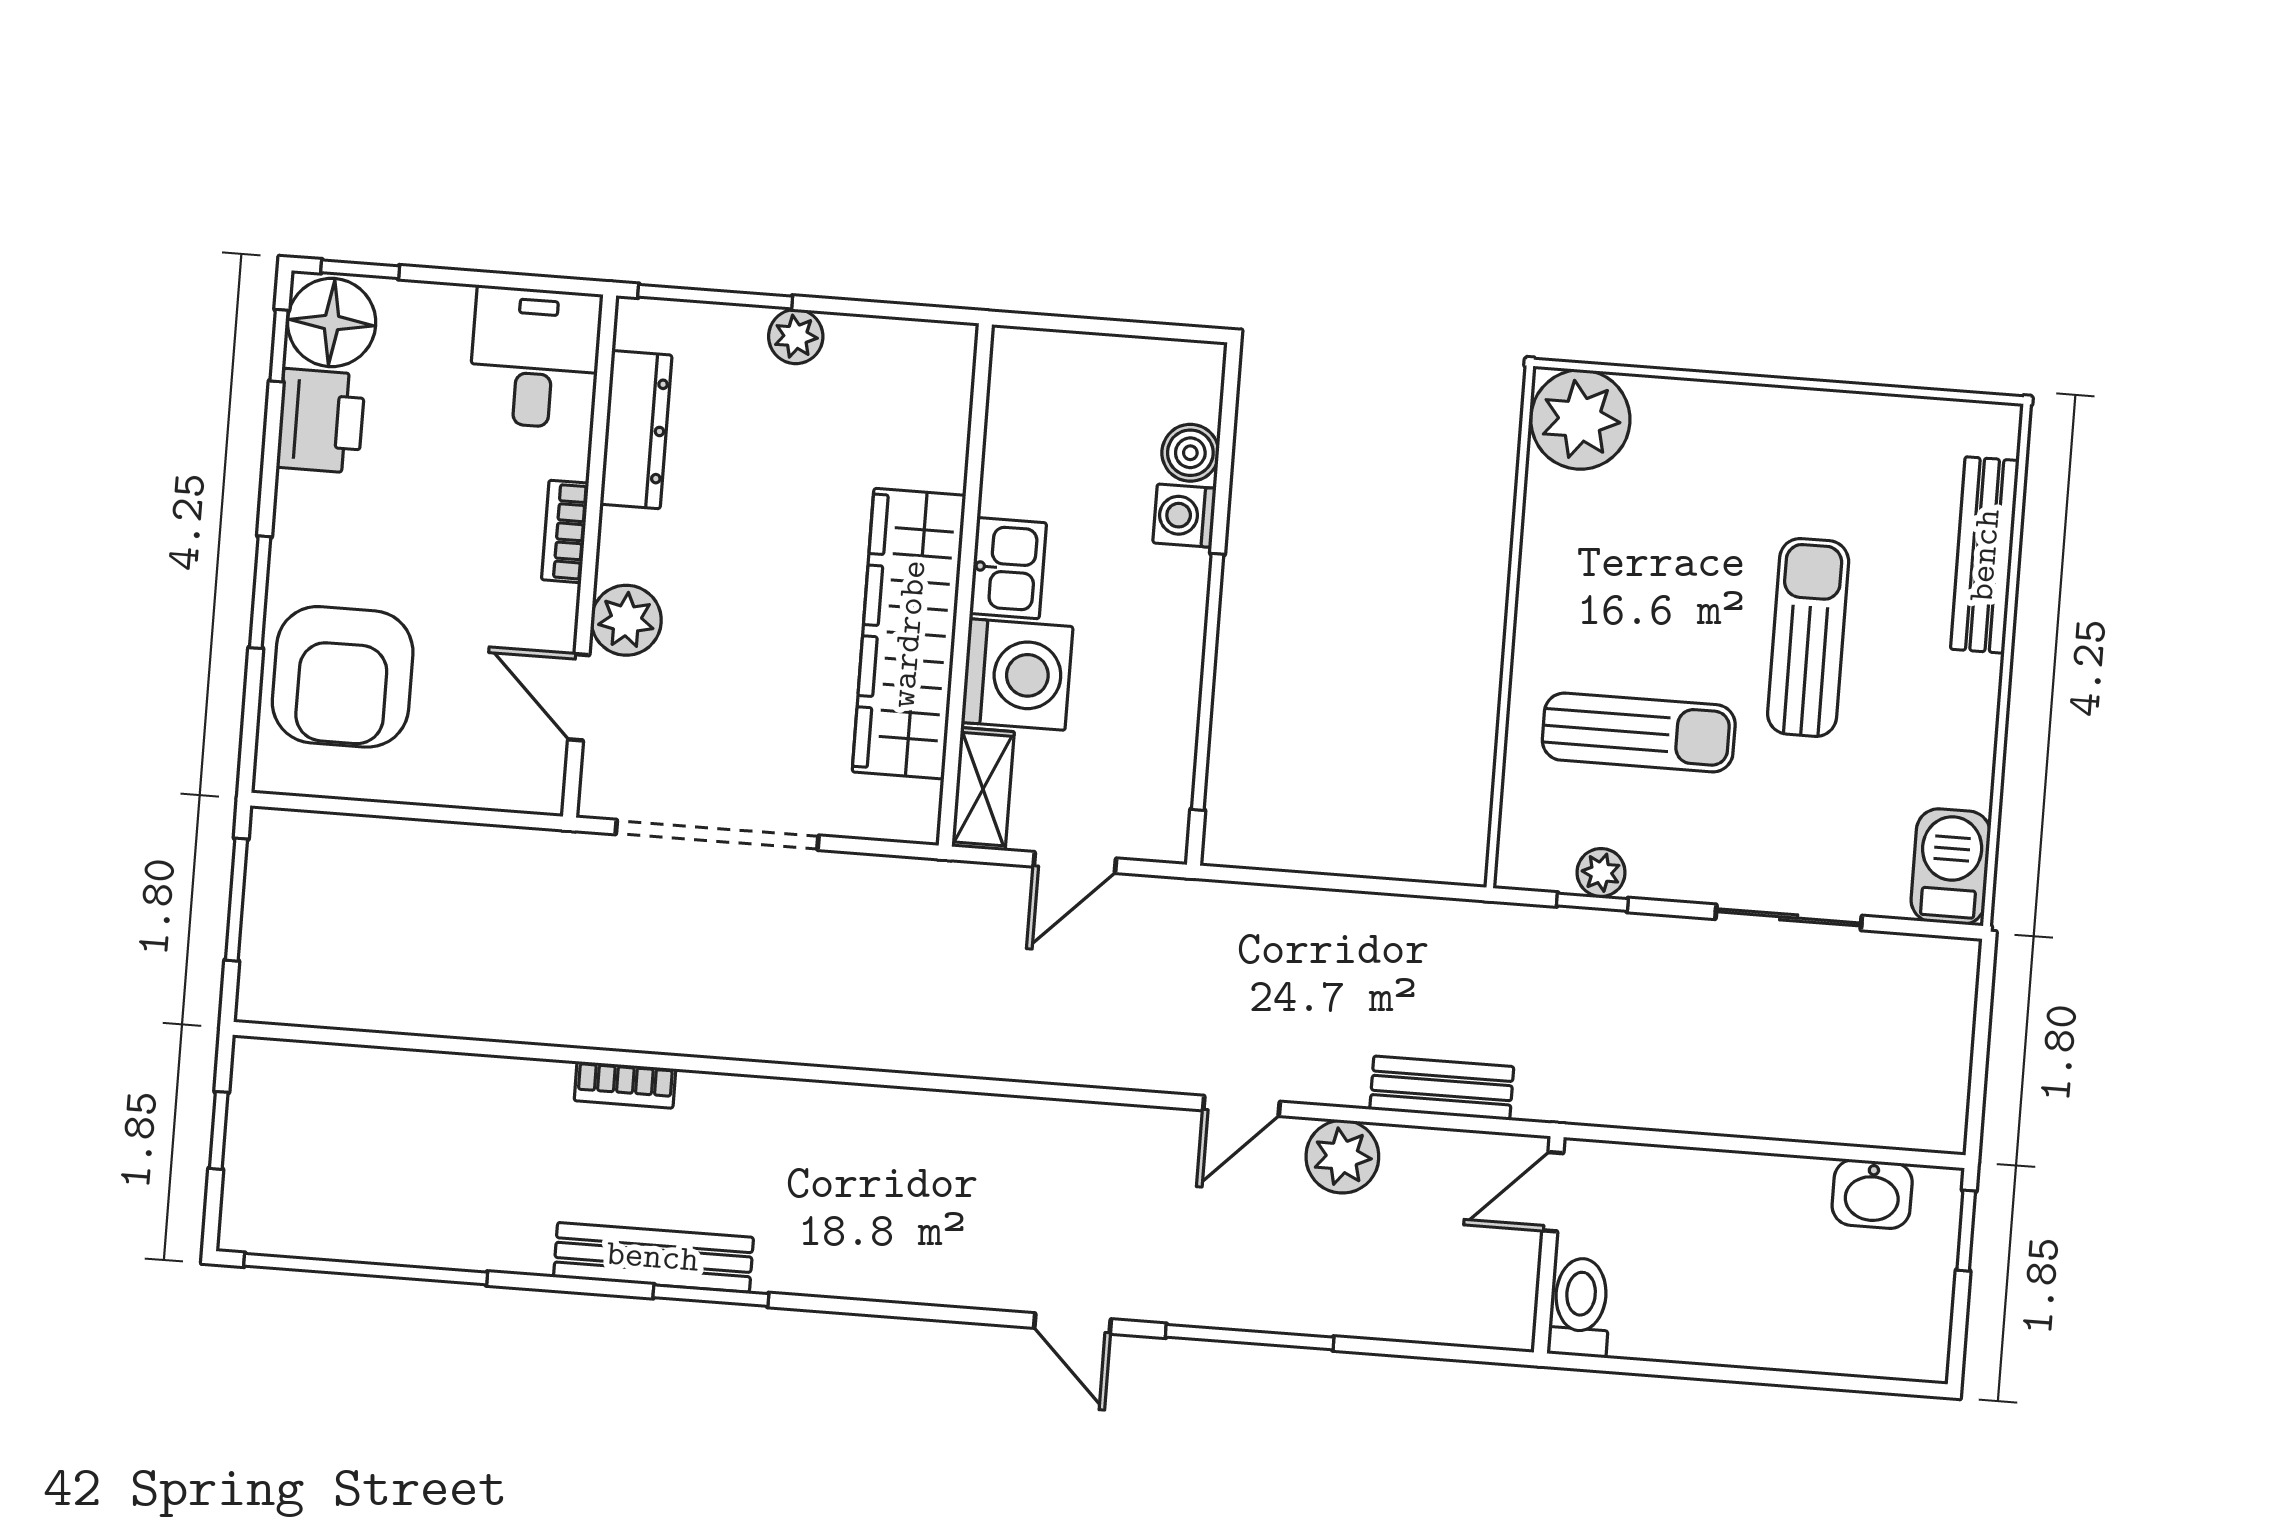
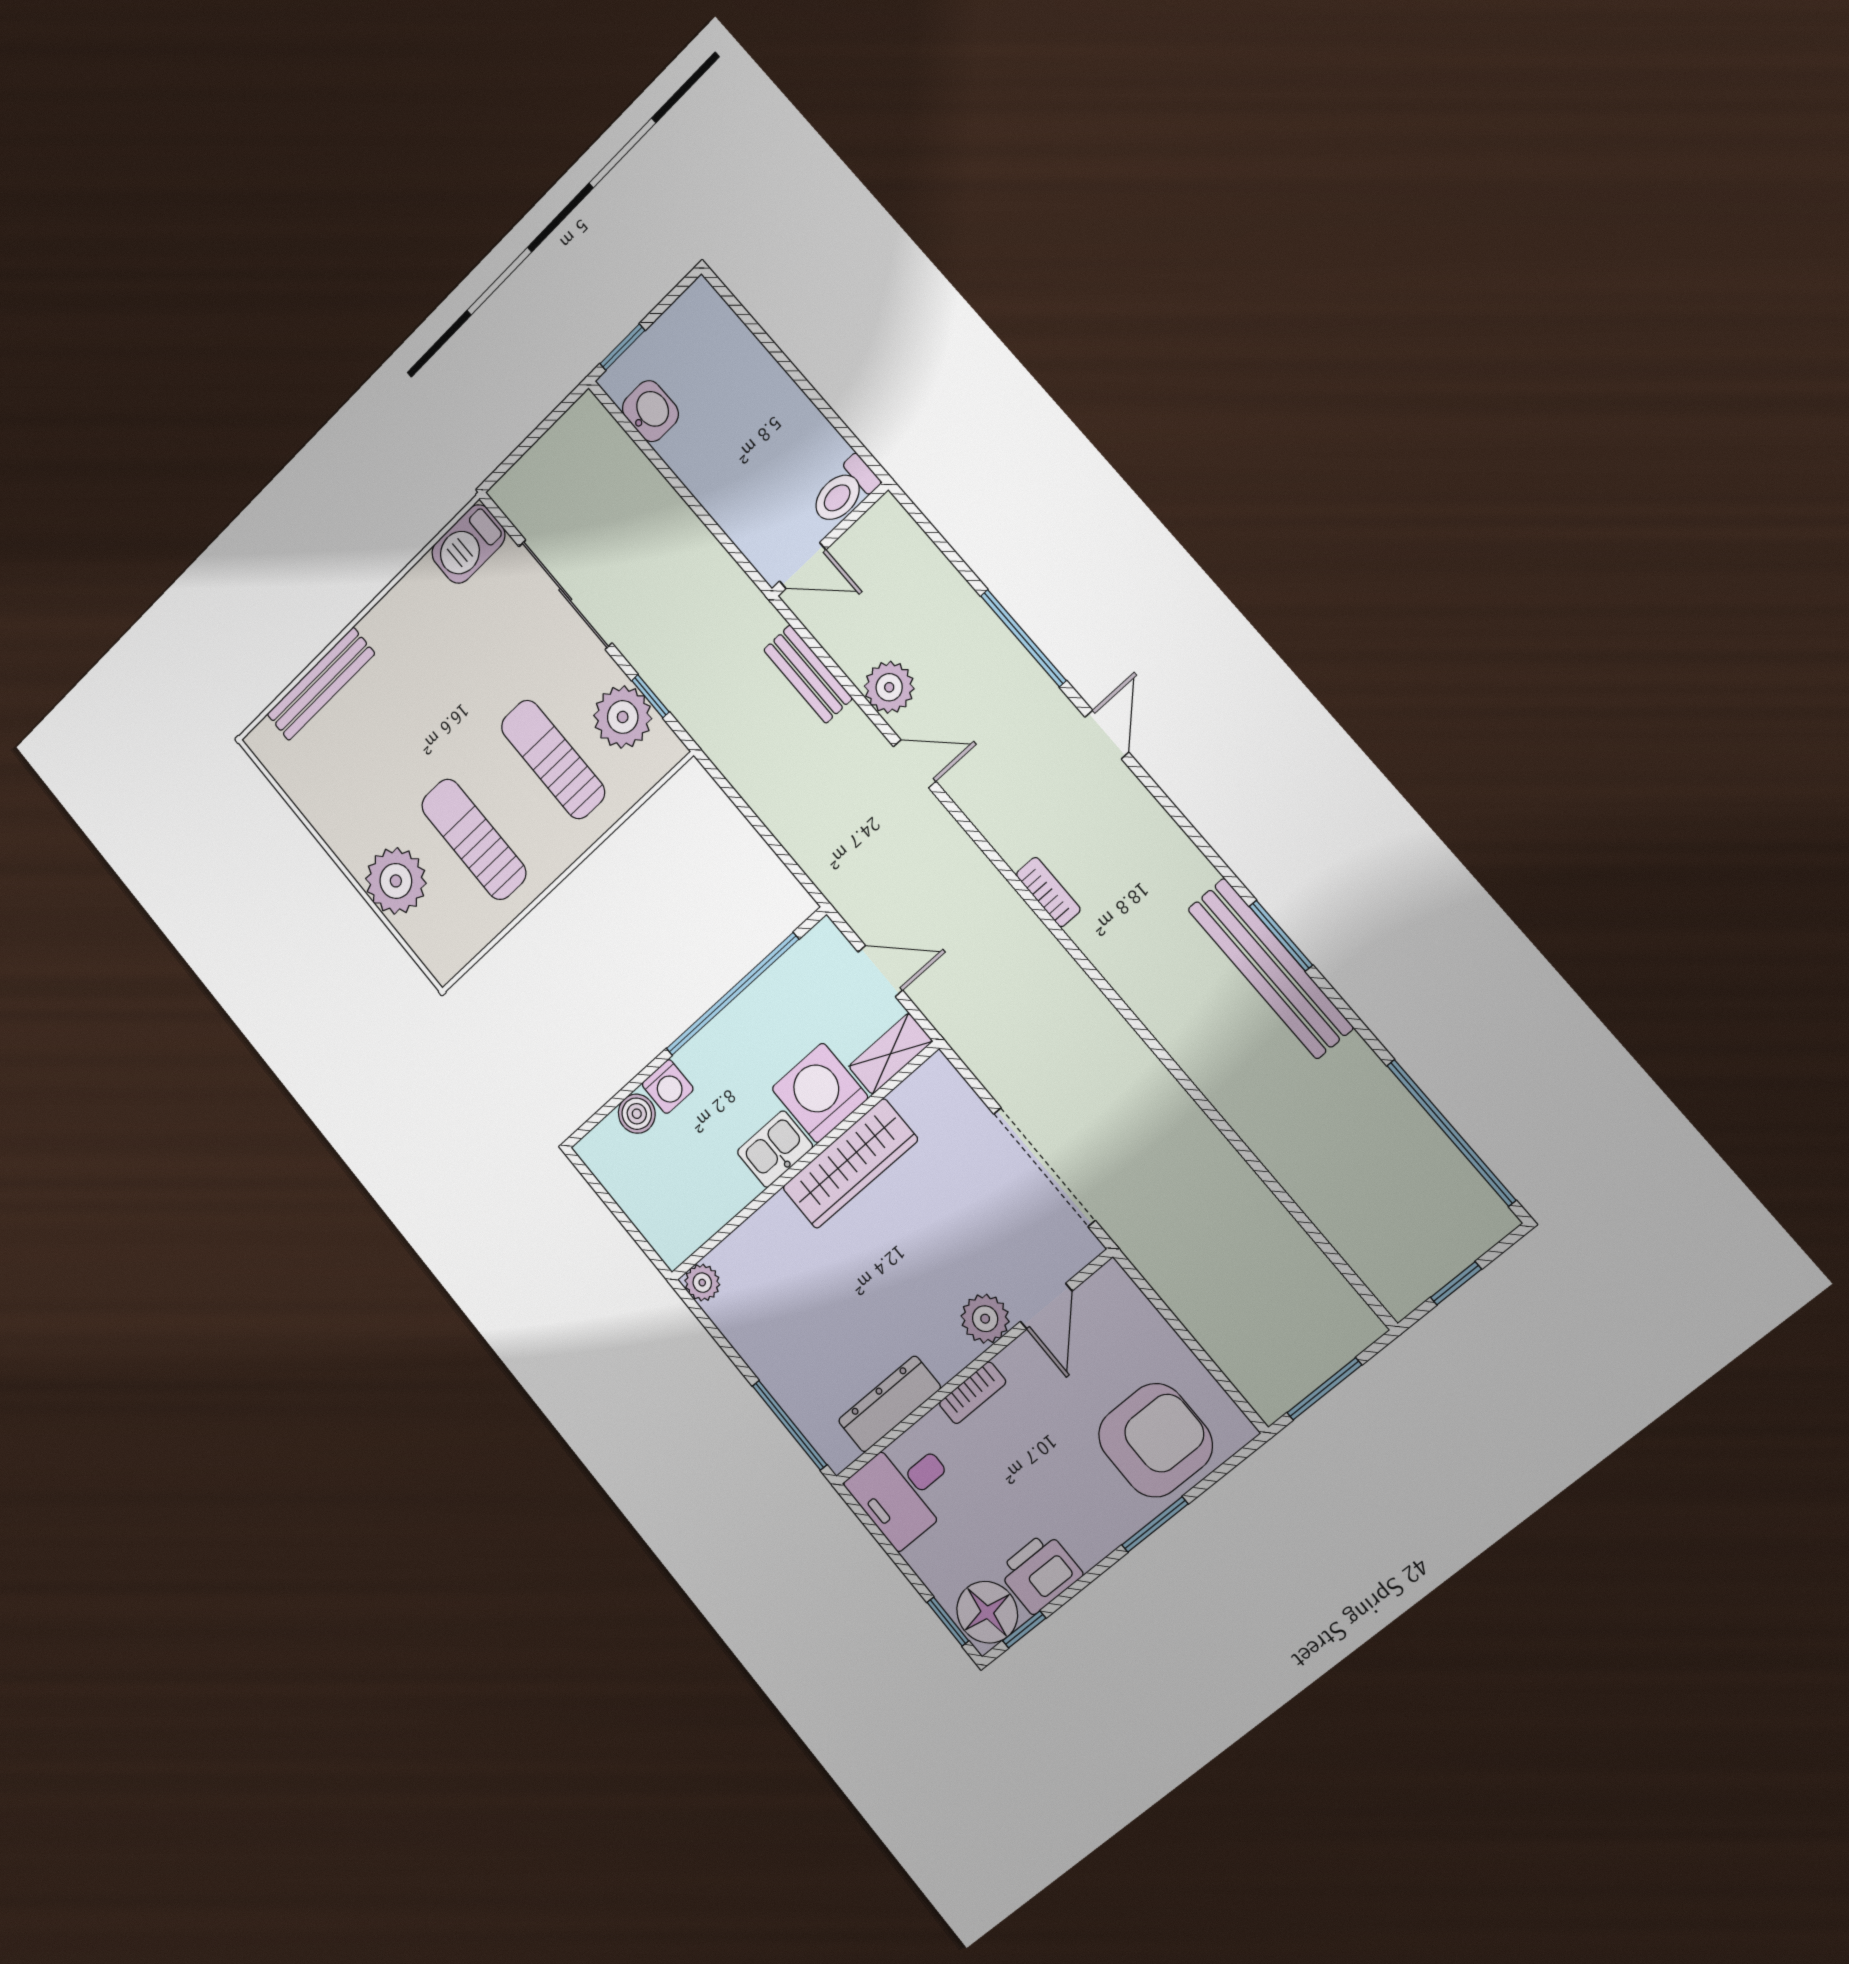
plant: (796, 336) -> (702, 1283), moved
plant: (1580, 419) -> (396, 881), moved
wardrobe: (909, 634) -> (850, 1164), width x0.71, depth x0.85
sun lounger: (1808, 637) -> (474, 839), moved, turned 90
plant: (1601, 872) -> (623, 717), width x1.88, depth x1.88
sliding door: (1789, 917) -> (565, 595), width x1.37
bookcase: (625, 1085) -> (1048, 892), moved
bench: (653, 1257) -> (1270, 968), width x1.37, depth x1.21

